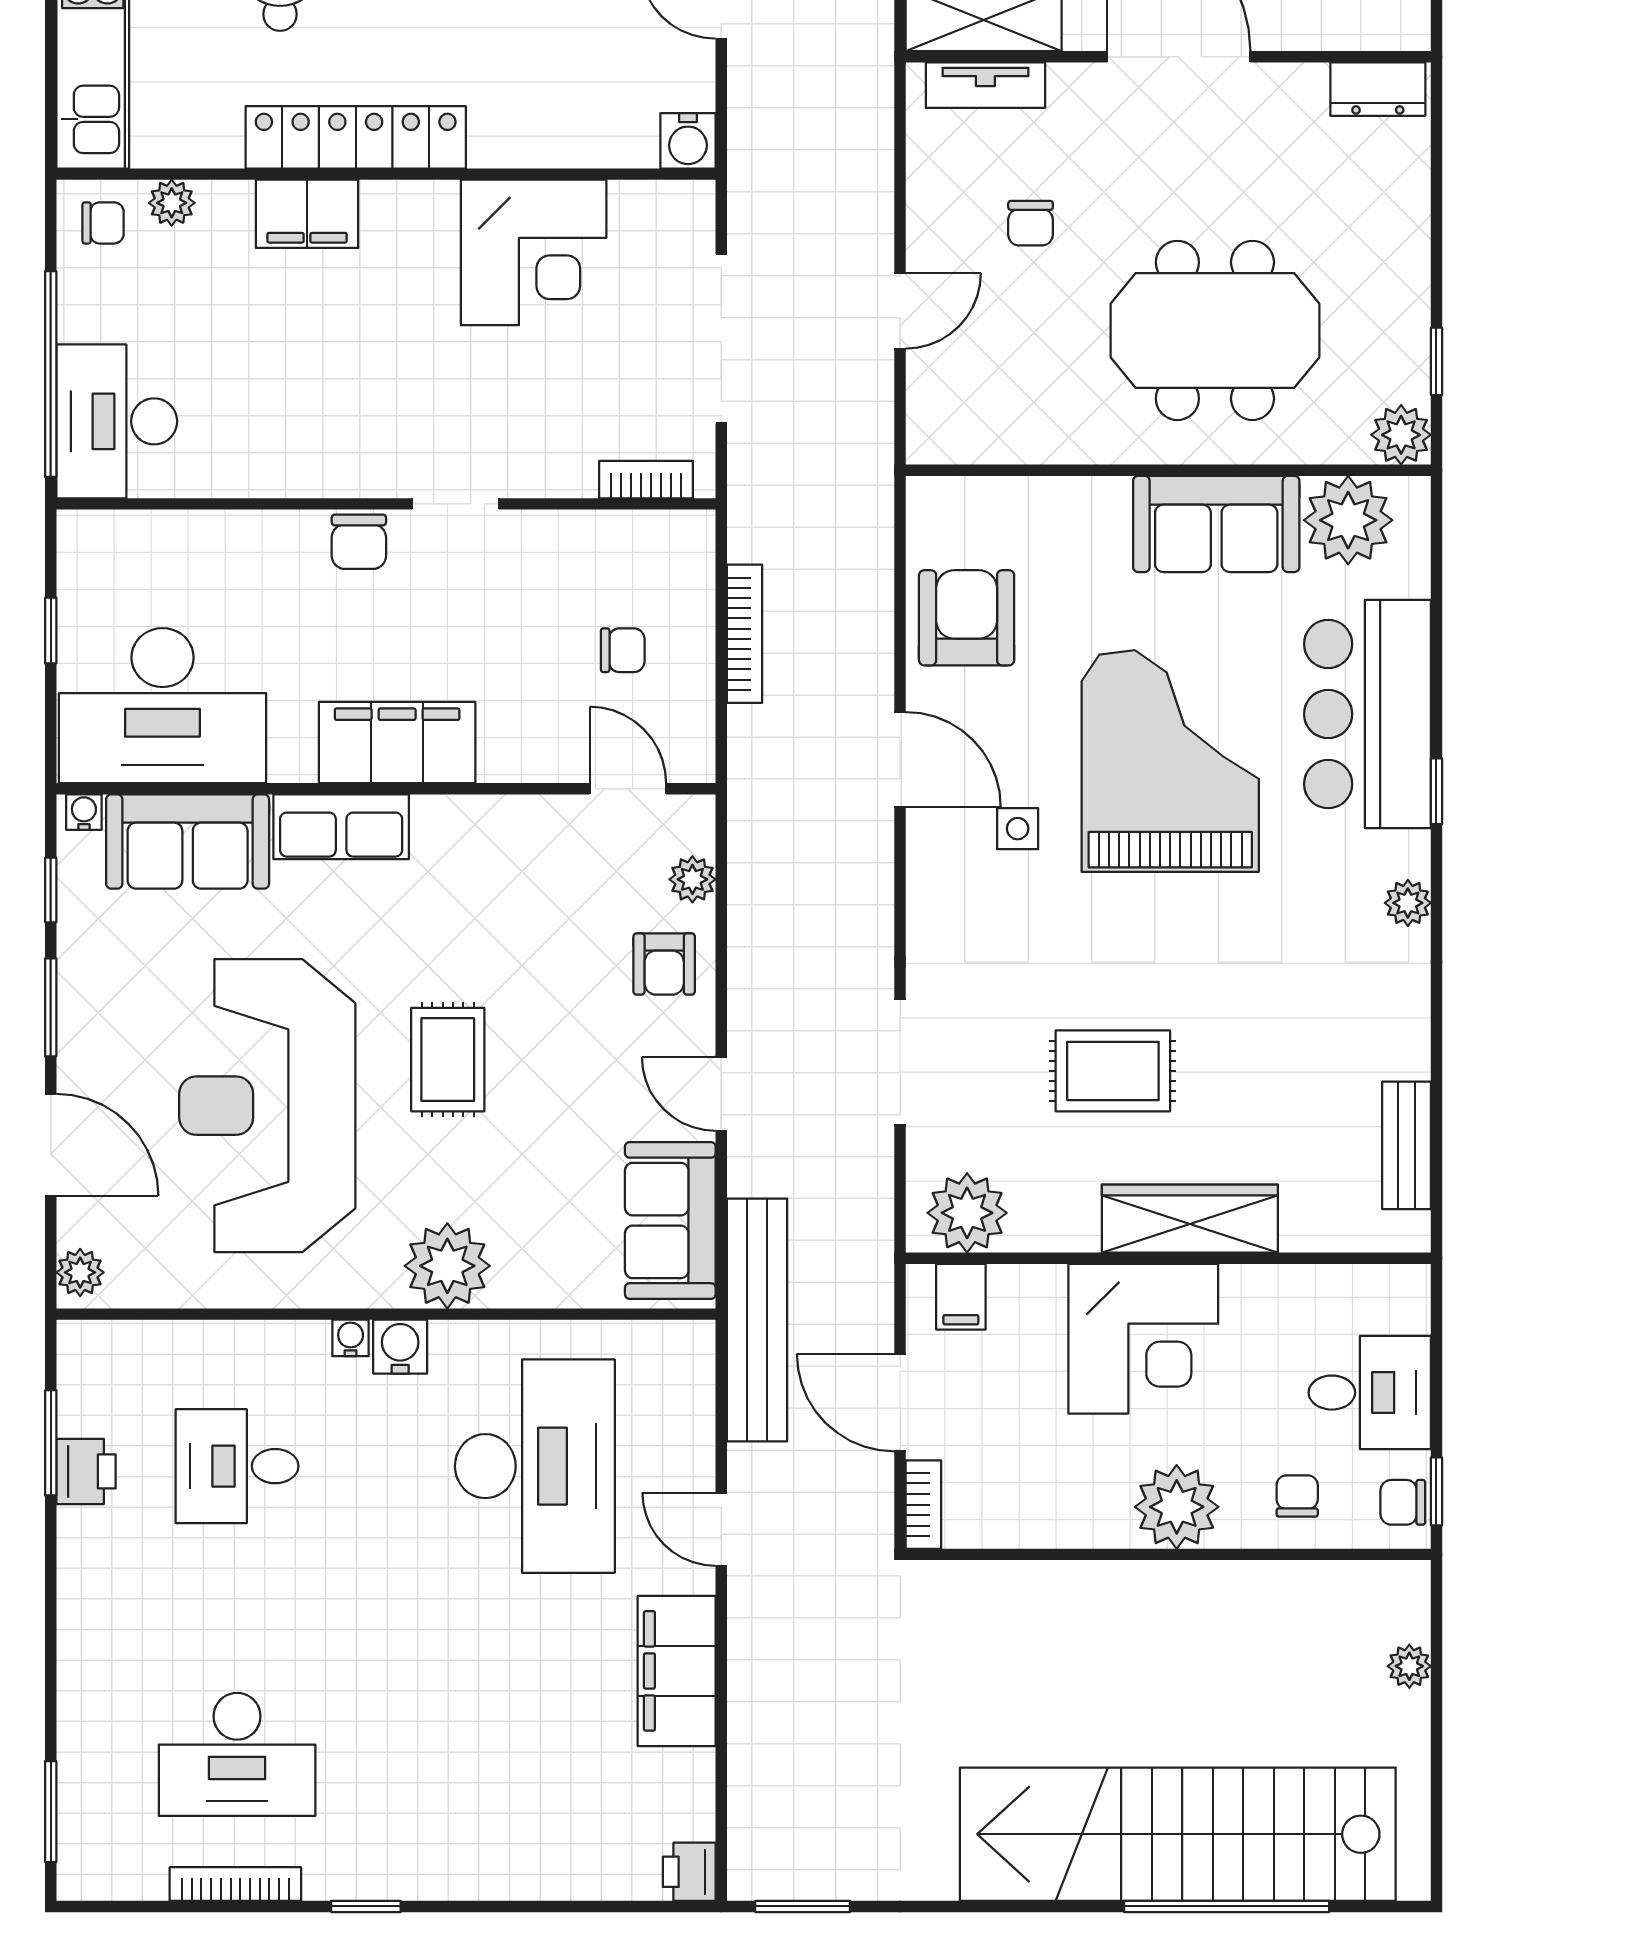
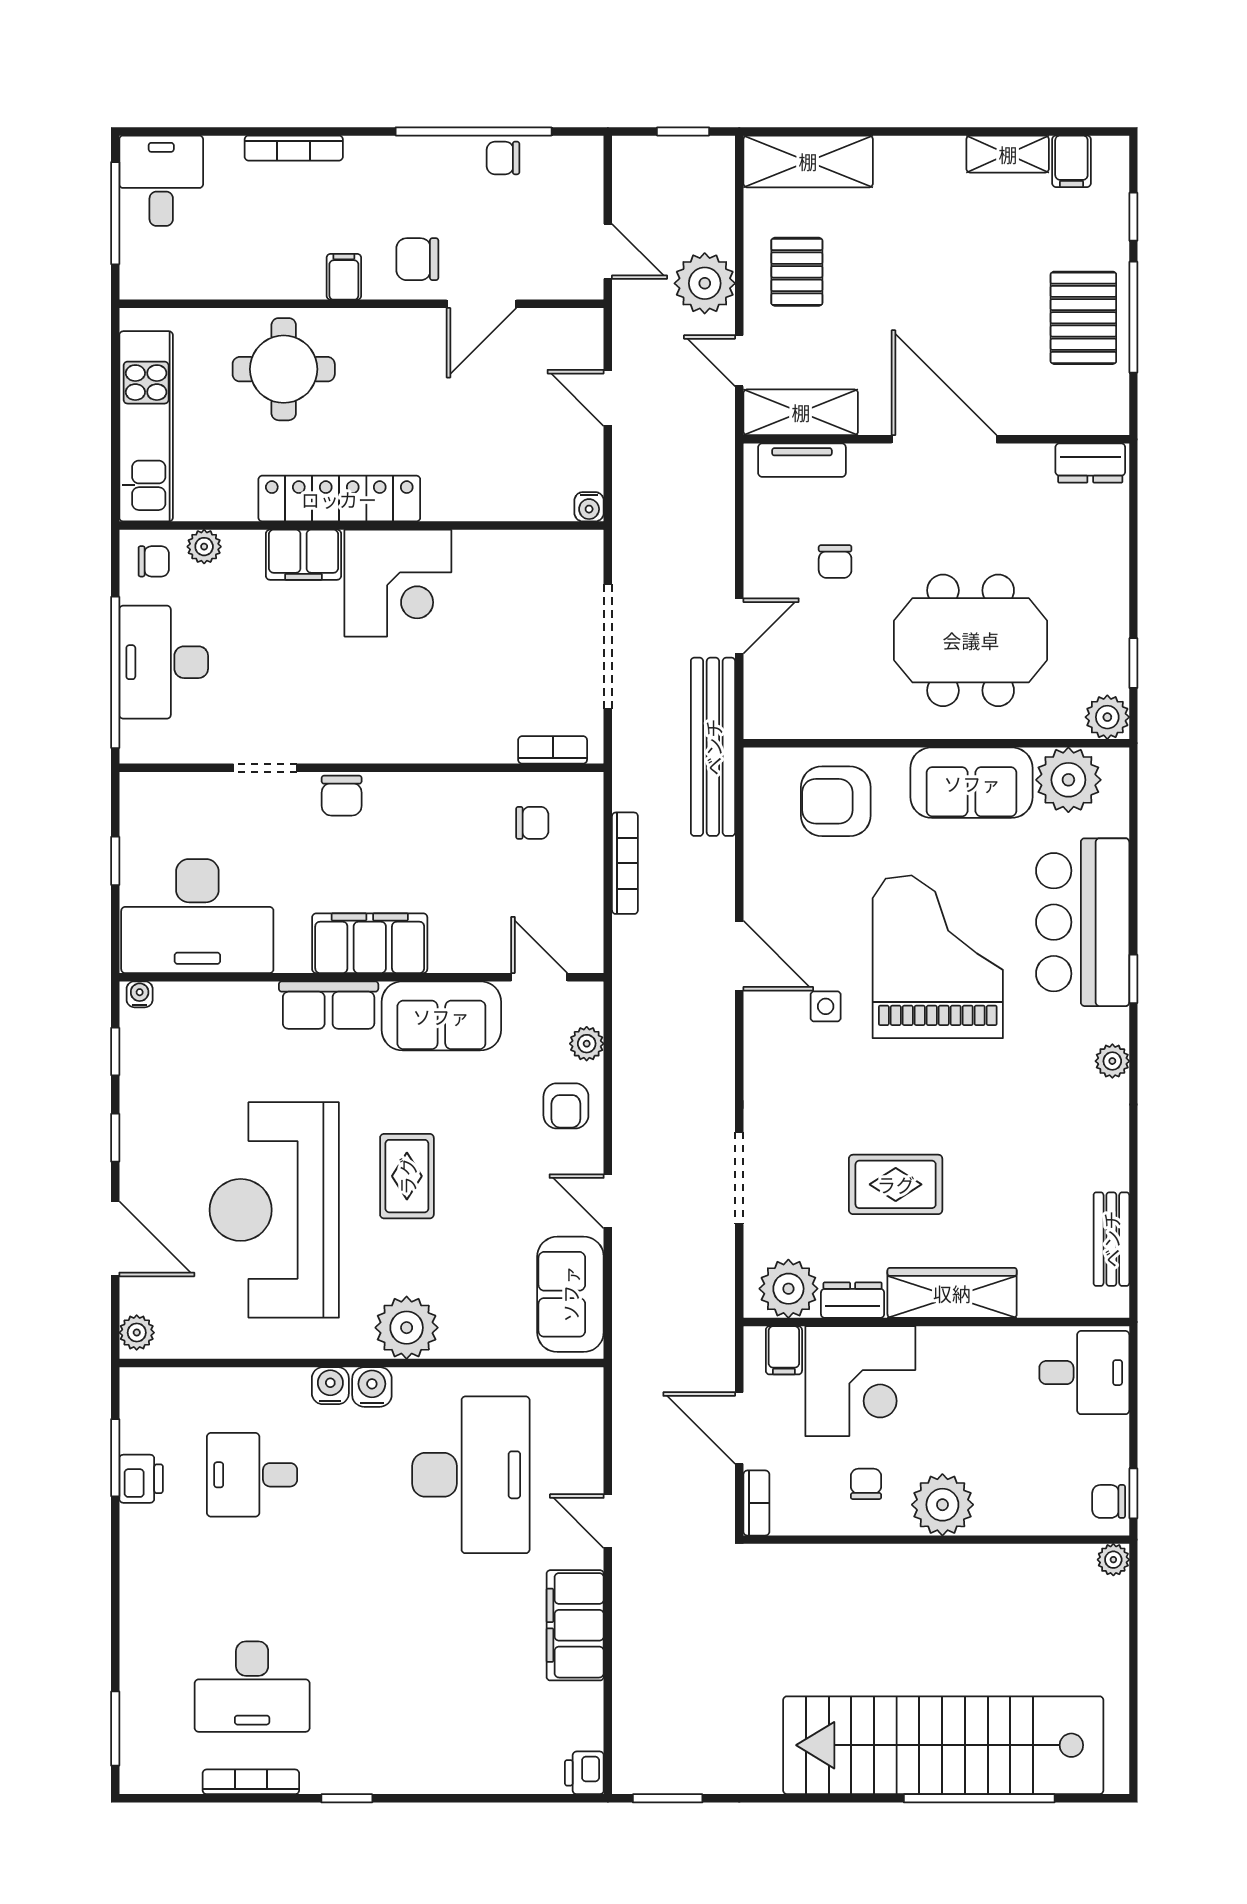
water cooler: (688, 141) -> (589, 507), width x0.72, depth x0.72
corner desk: (534, 252) -> (398, 583), moved
desk: (117, 421) -> (164, 662), moved
doorway: (455, 504) -> (265, 768), moved
armchair: (967, 618) -> (836, 801), moved, turned -90
chair: (623, 650) -> (532, 823), moved
sofa: (188, 842) -> (441, 1016), moved
window: (51, 1007) -> (115, 1138), width x0.67
dresser: (1054, 1228) -> (853, 1300), added
bench: (757, 1320) -> (713, 747), moved
water cooler: (351, 1338) -> (330, 1386), width x1.38, depth x1.38
corner desk: (1143, 1339) -> (860, 1381), moved
desk: (1370, 1393) -> (1084, 1373), moved
chair: (1297, 1496) -> (866, 1484), moved
plant: (1409, 1666) -> (1113, 1560), moved

